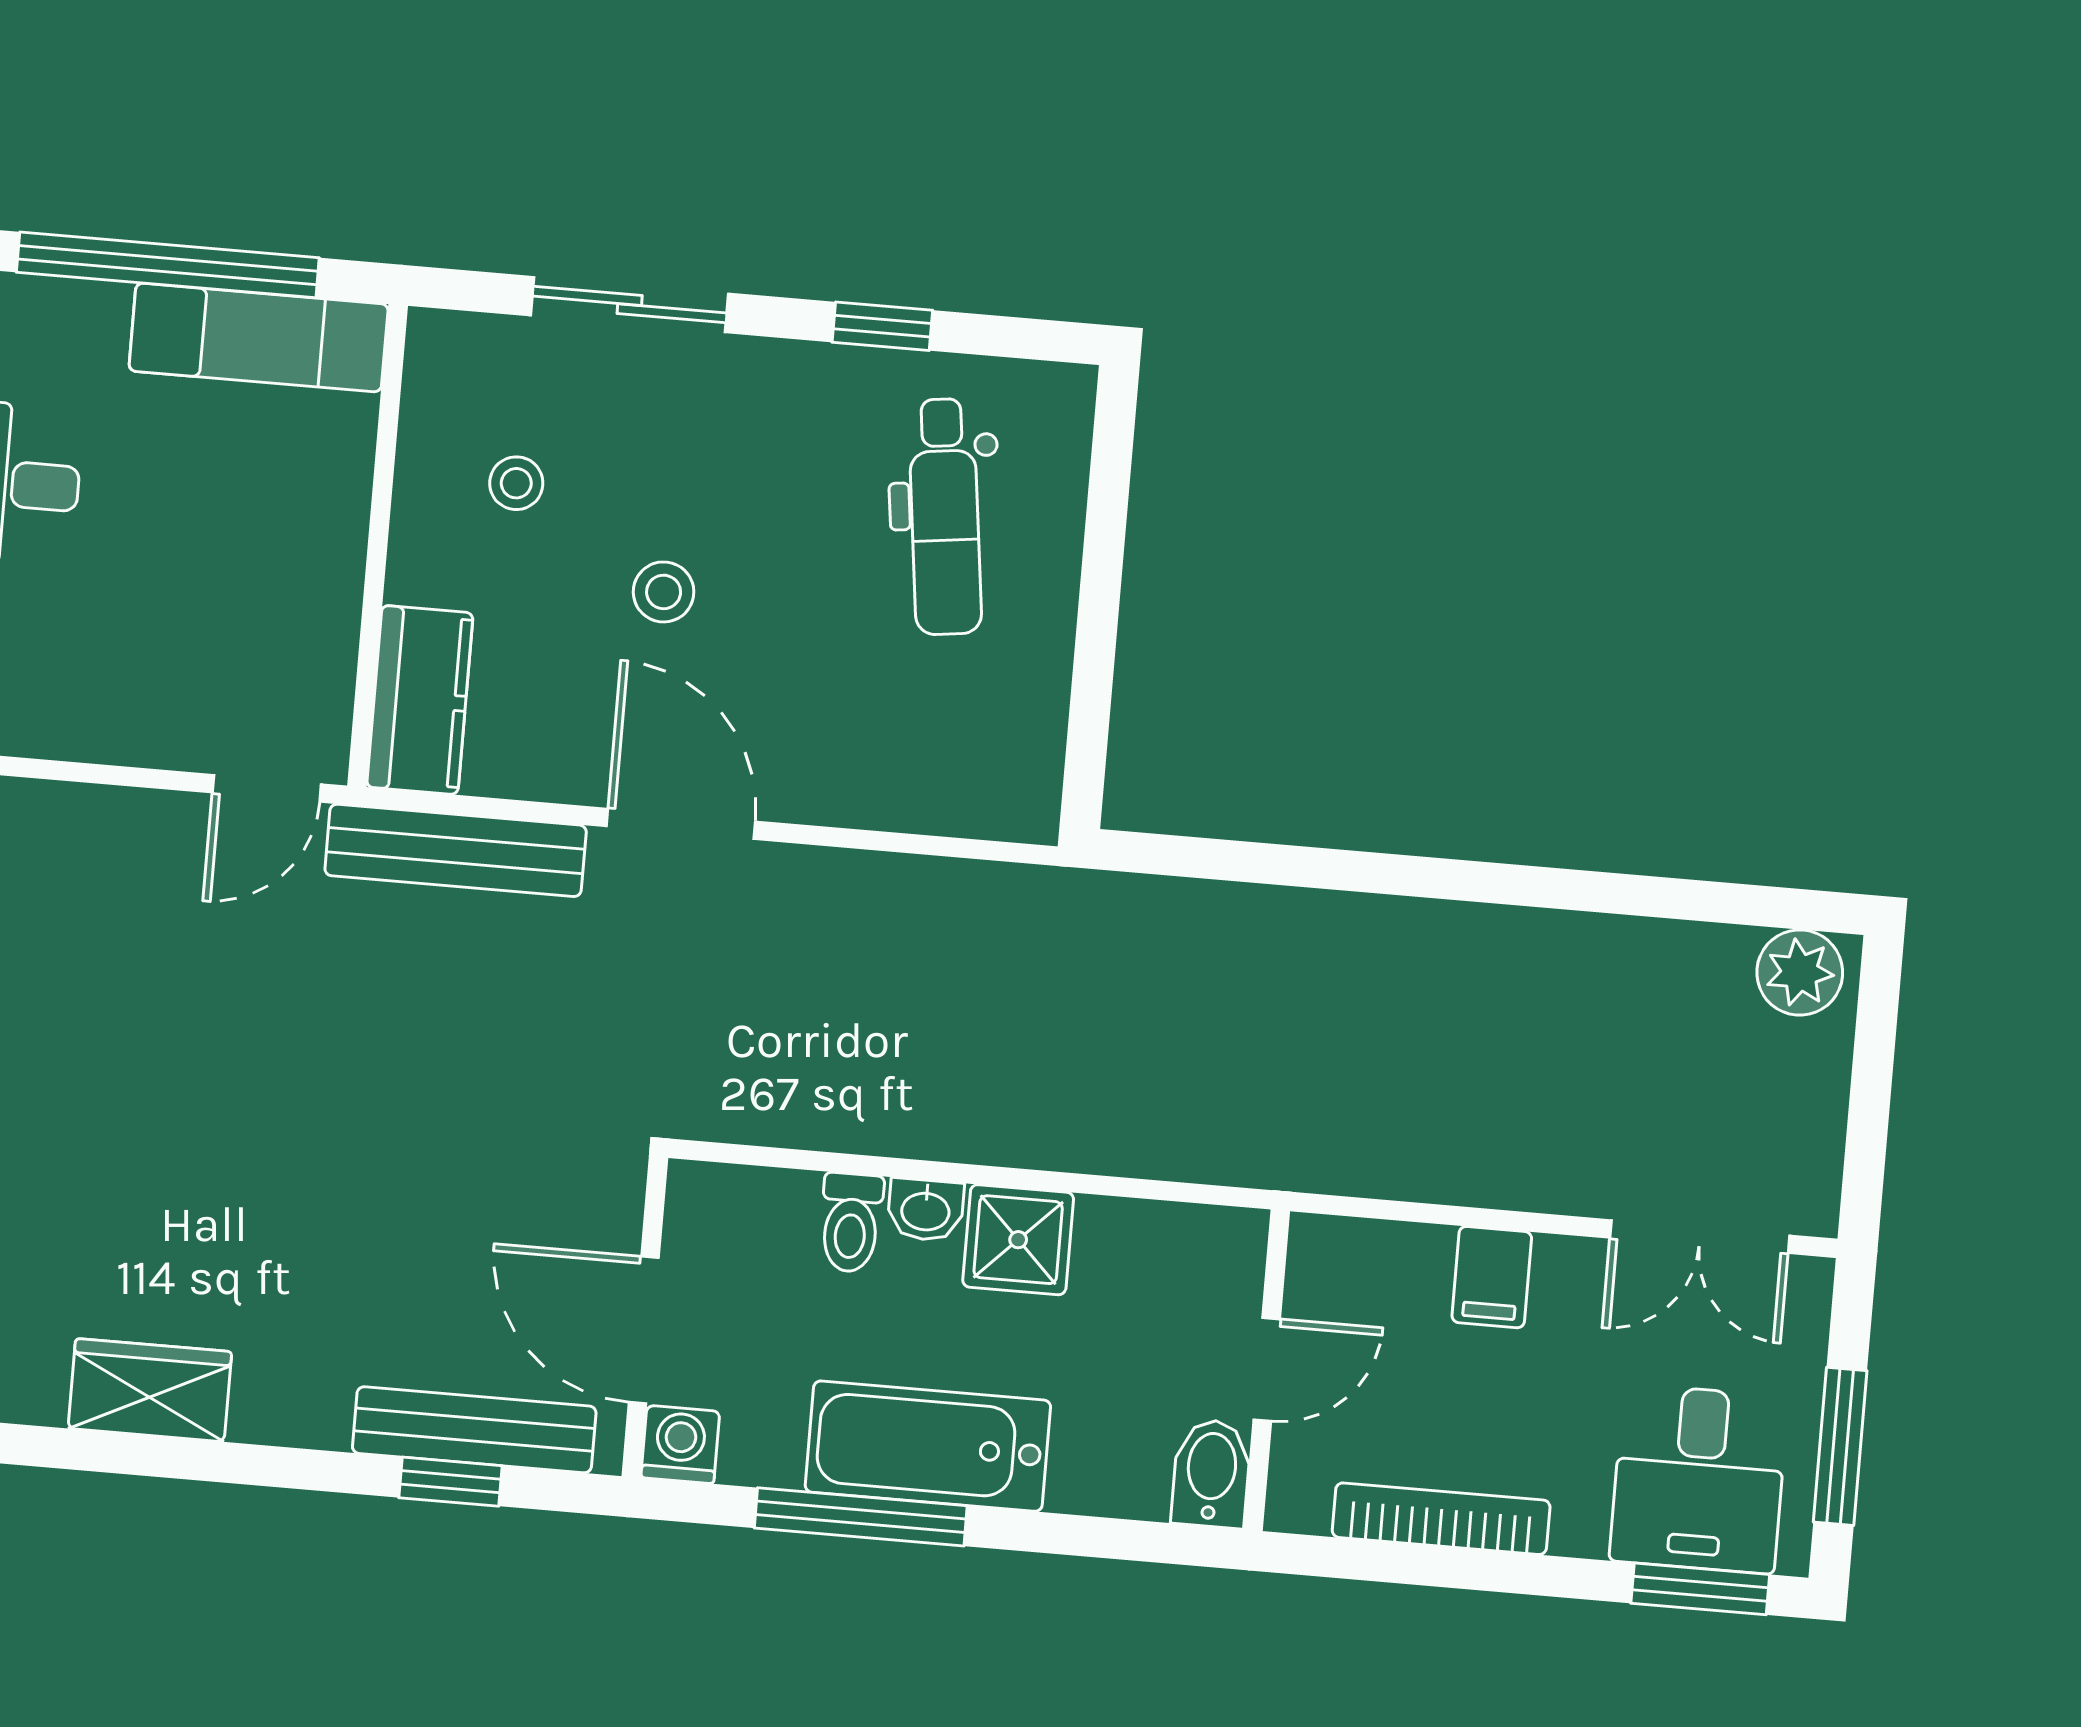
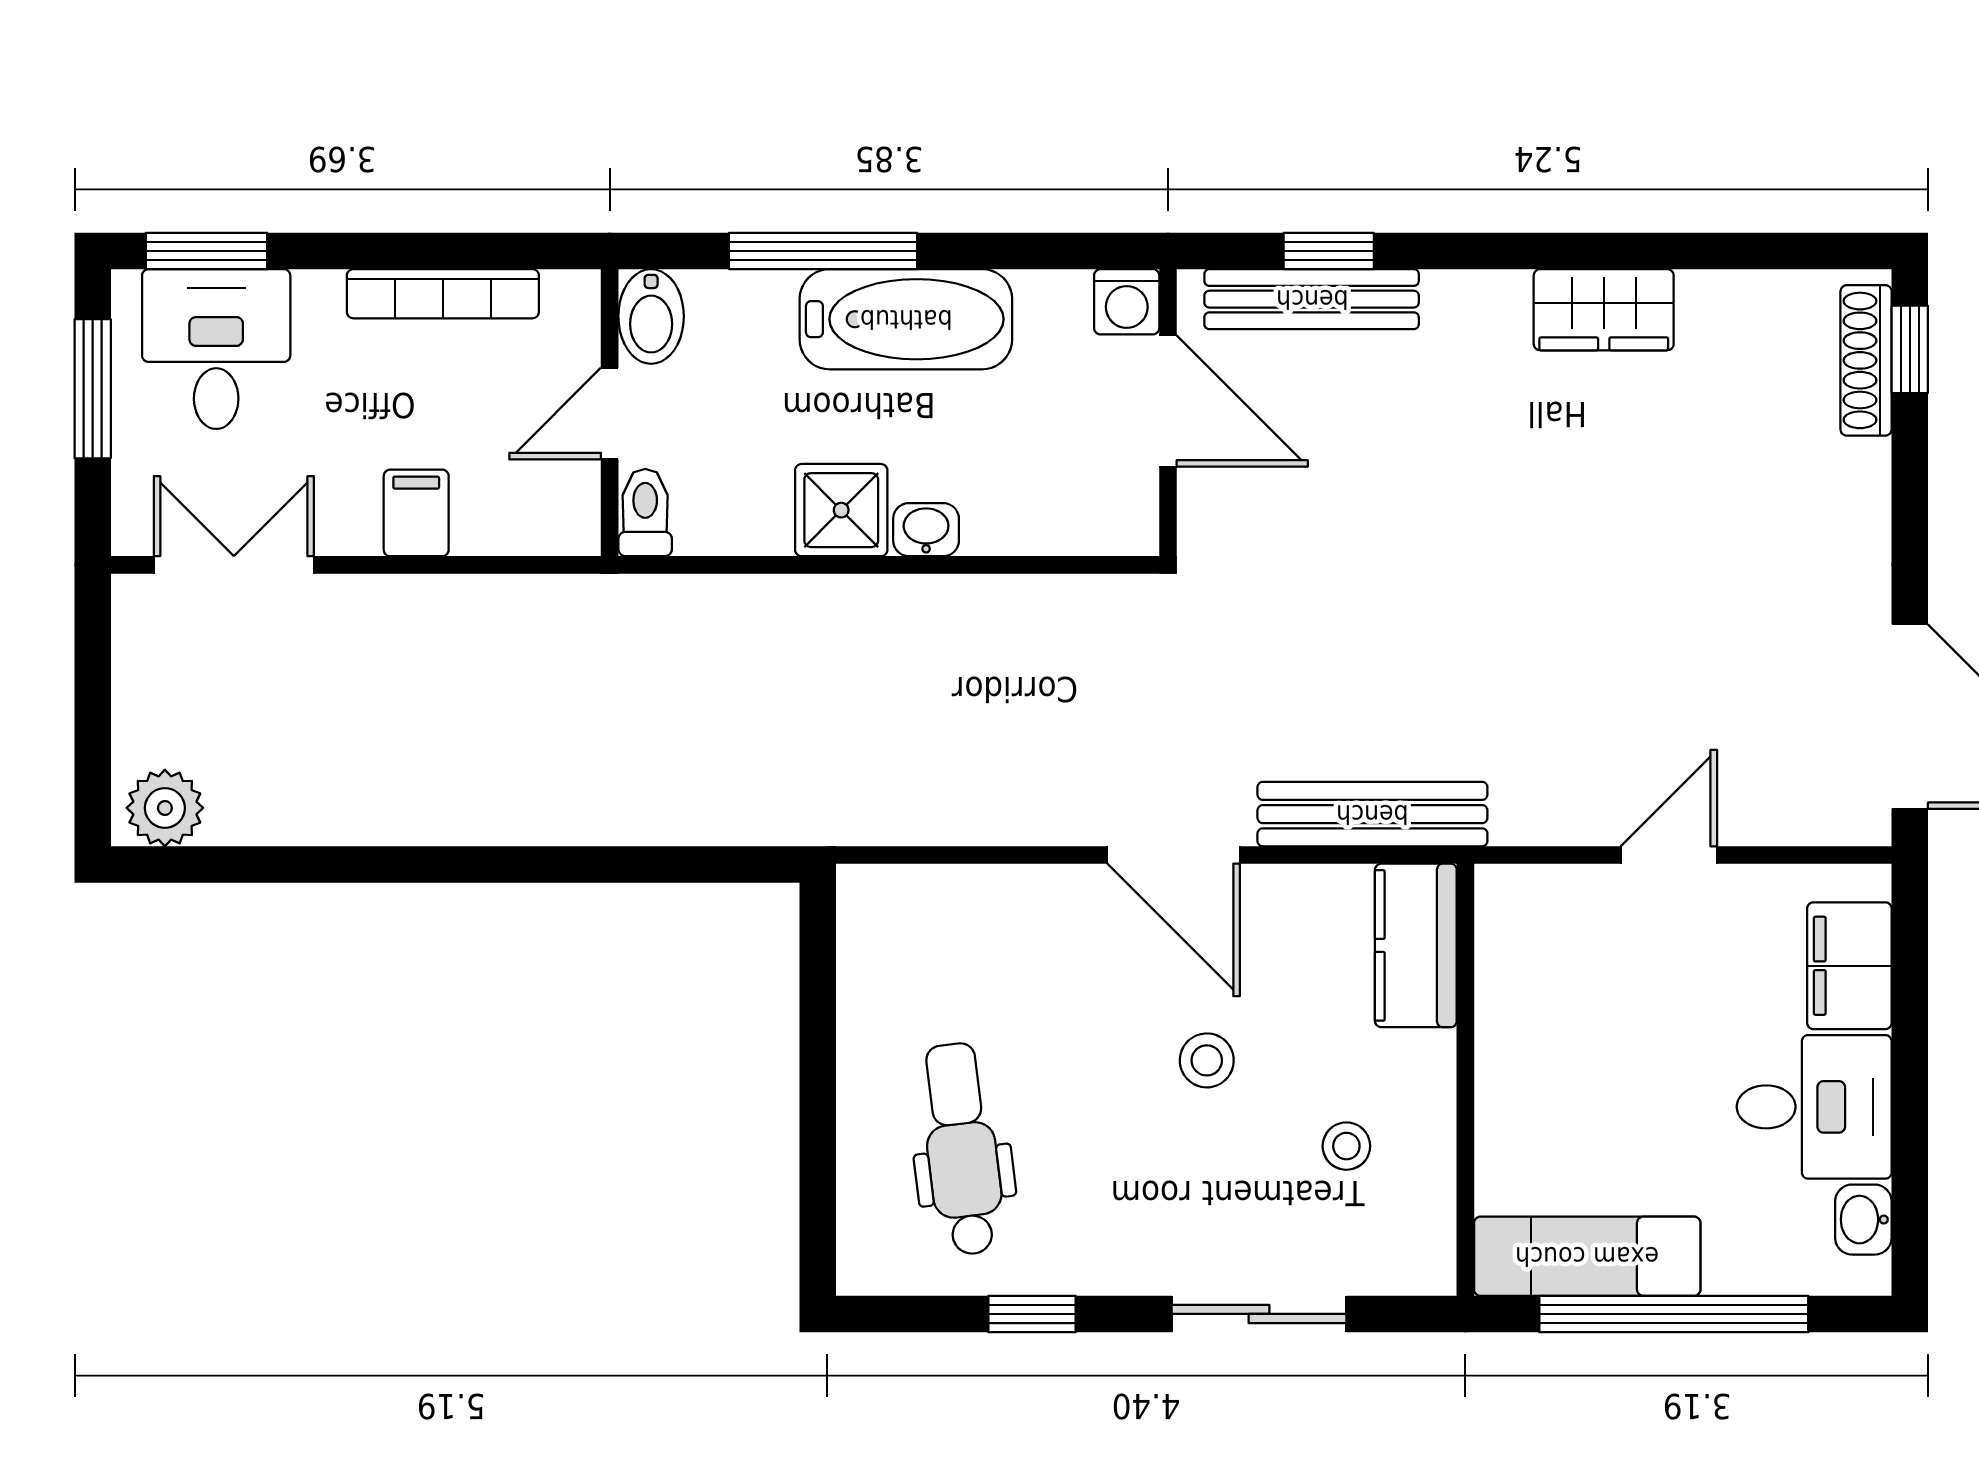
door: (267, 788) -> (1669, 855), moved
toilet: (851, 1223) -> (645, 513), moved
window: (861, 1517) -> (823, 251), moved

